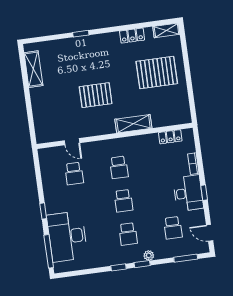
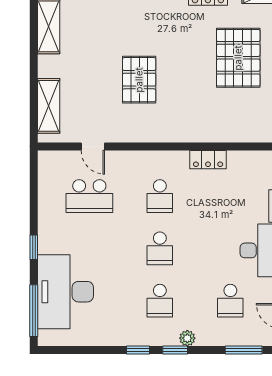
pallet: (157, 73) -> (238, 58), turned 90
pallet: (96, 95) -> (139, 80), turned 90
shelving: (133, 124) -> (49, 106), moved, turned 90
locker: (170, 137) -> (208, 160), moved
school desk: (74, 174) -> (89, 196), width x1.85

